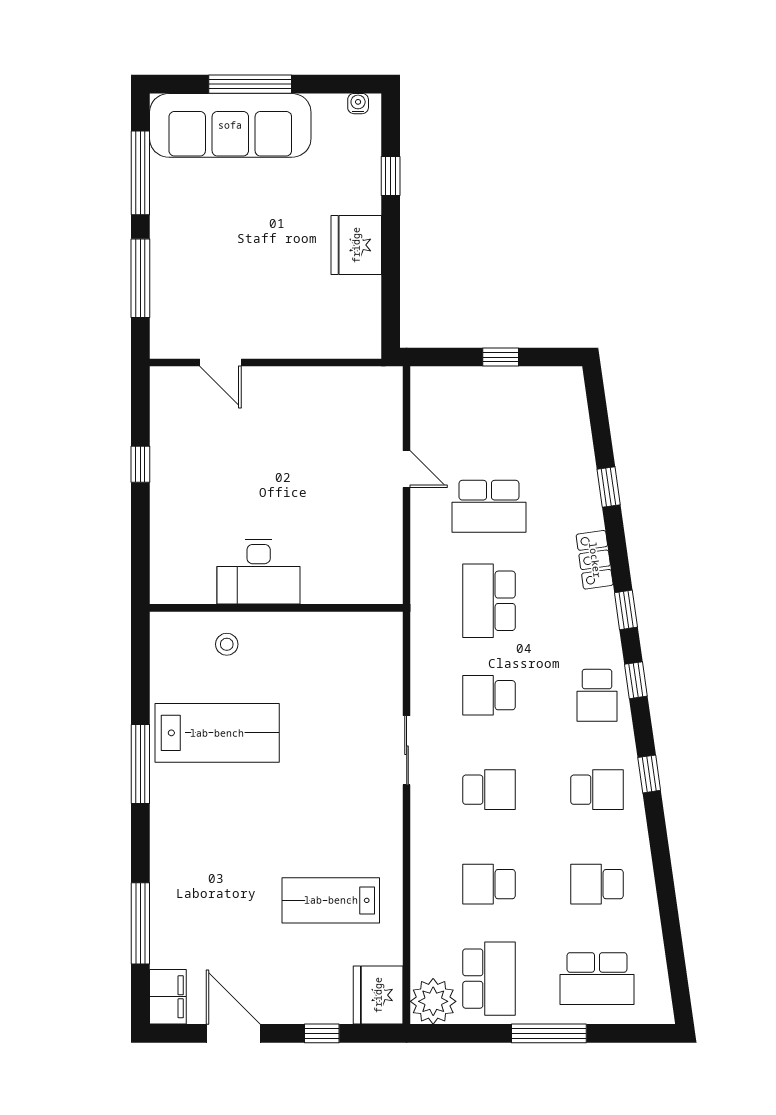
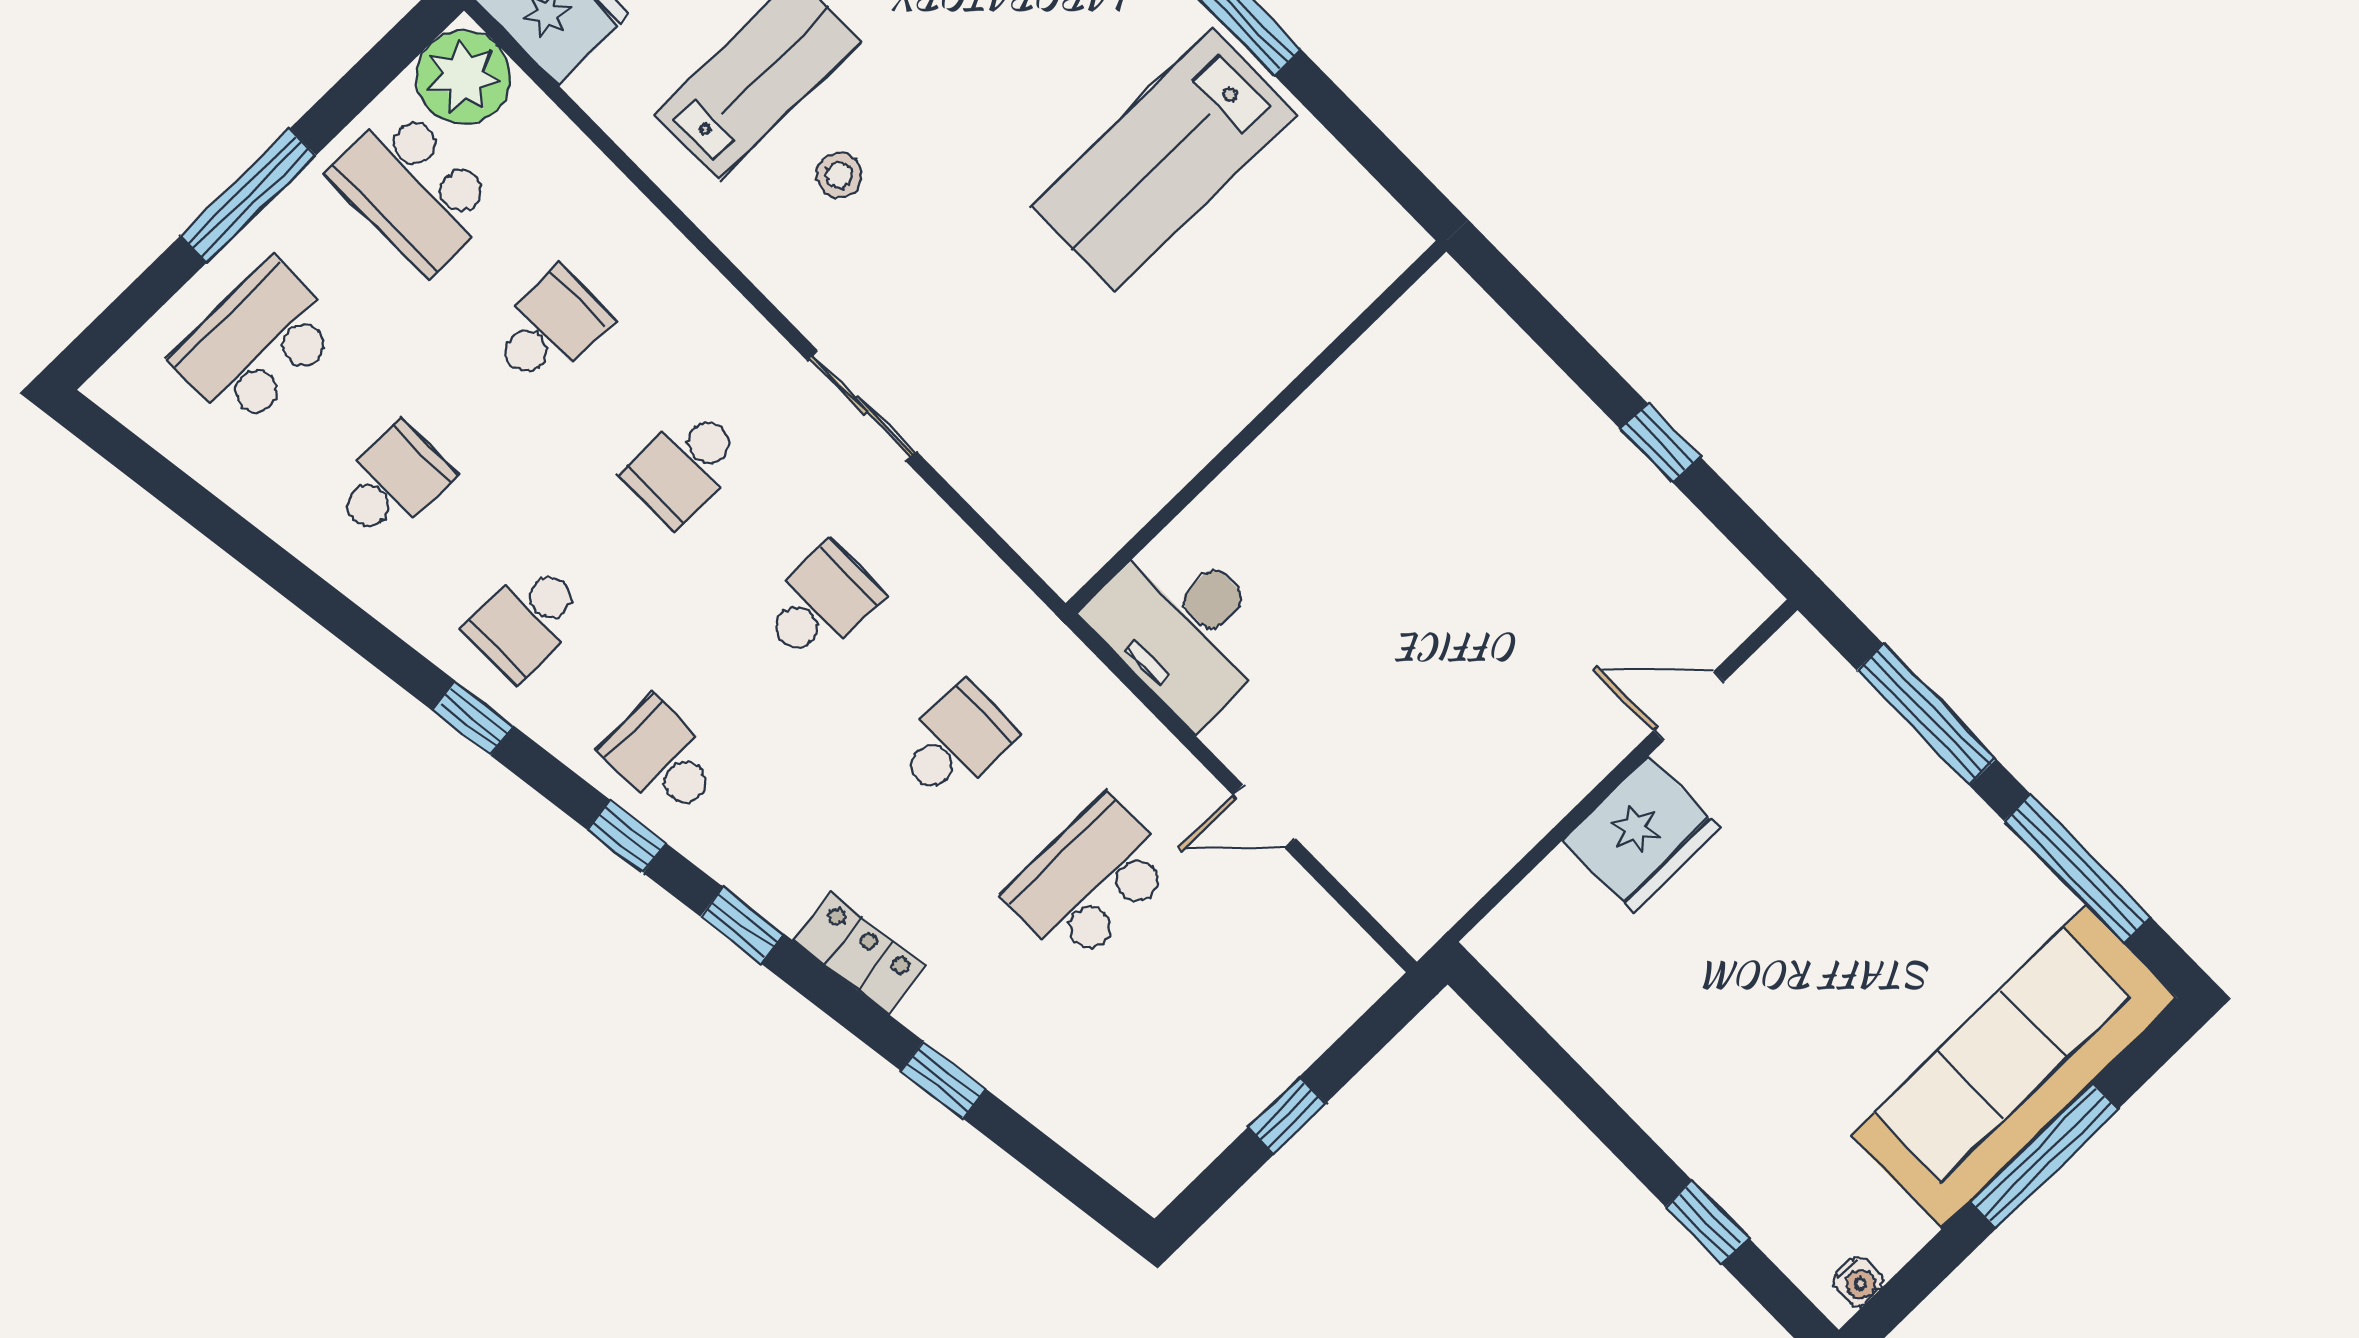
fridge: (356, 245) -> (1642, 835), moved, turned 90
desk: (259, 572) -> (1183, 628), moved, turned -90
school desk: (489, 601) -> (955, 742), width x0.54
stool: (227, 644) -> (839, 175), moved

